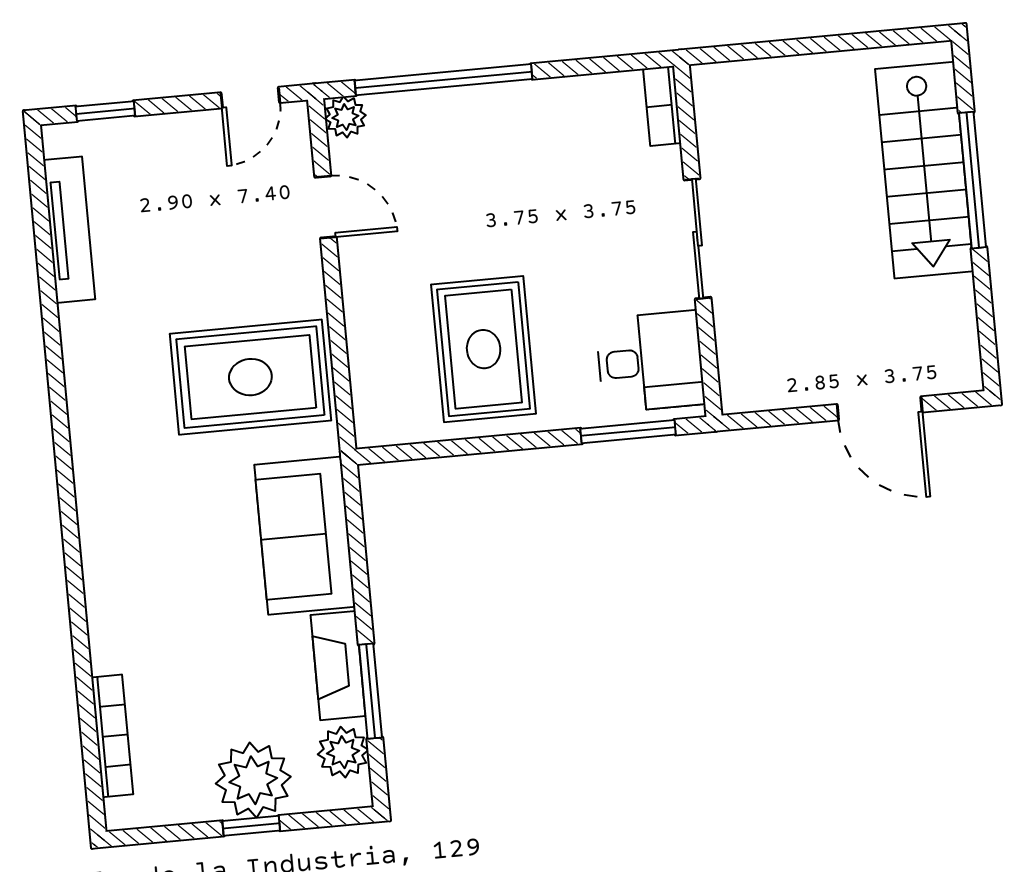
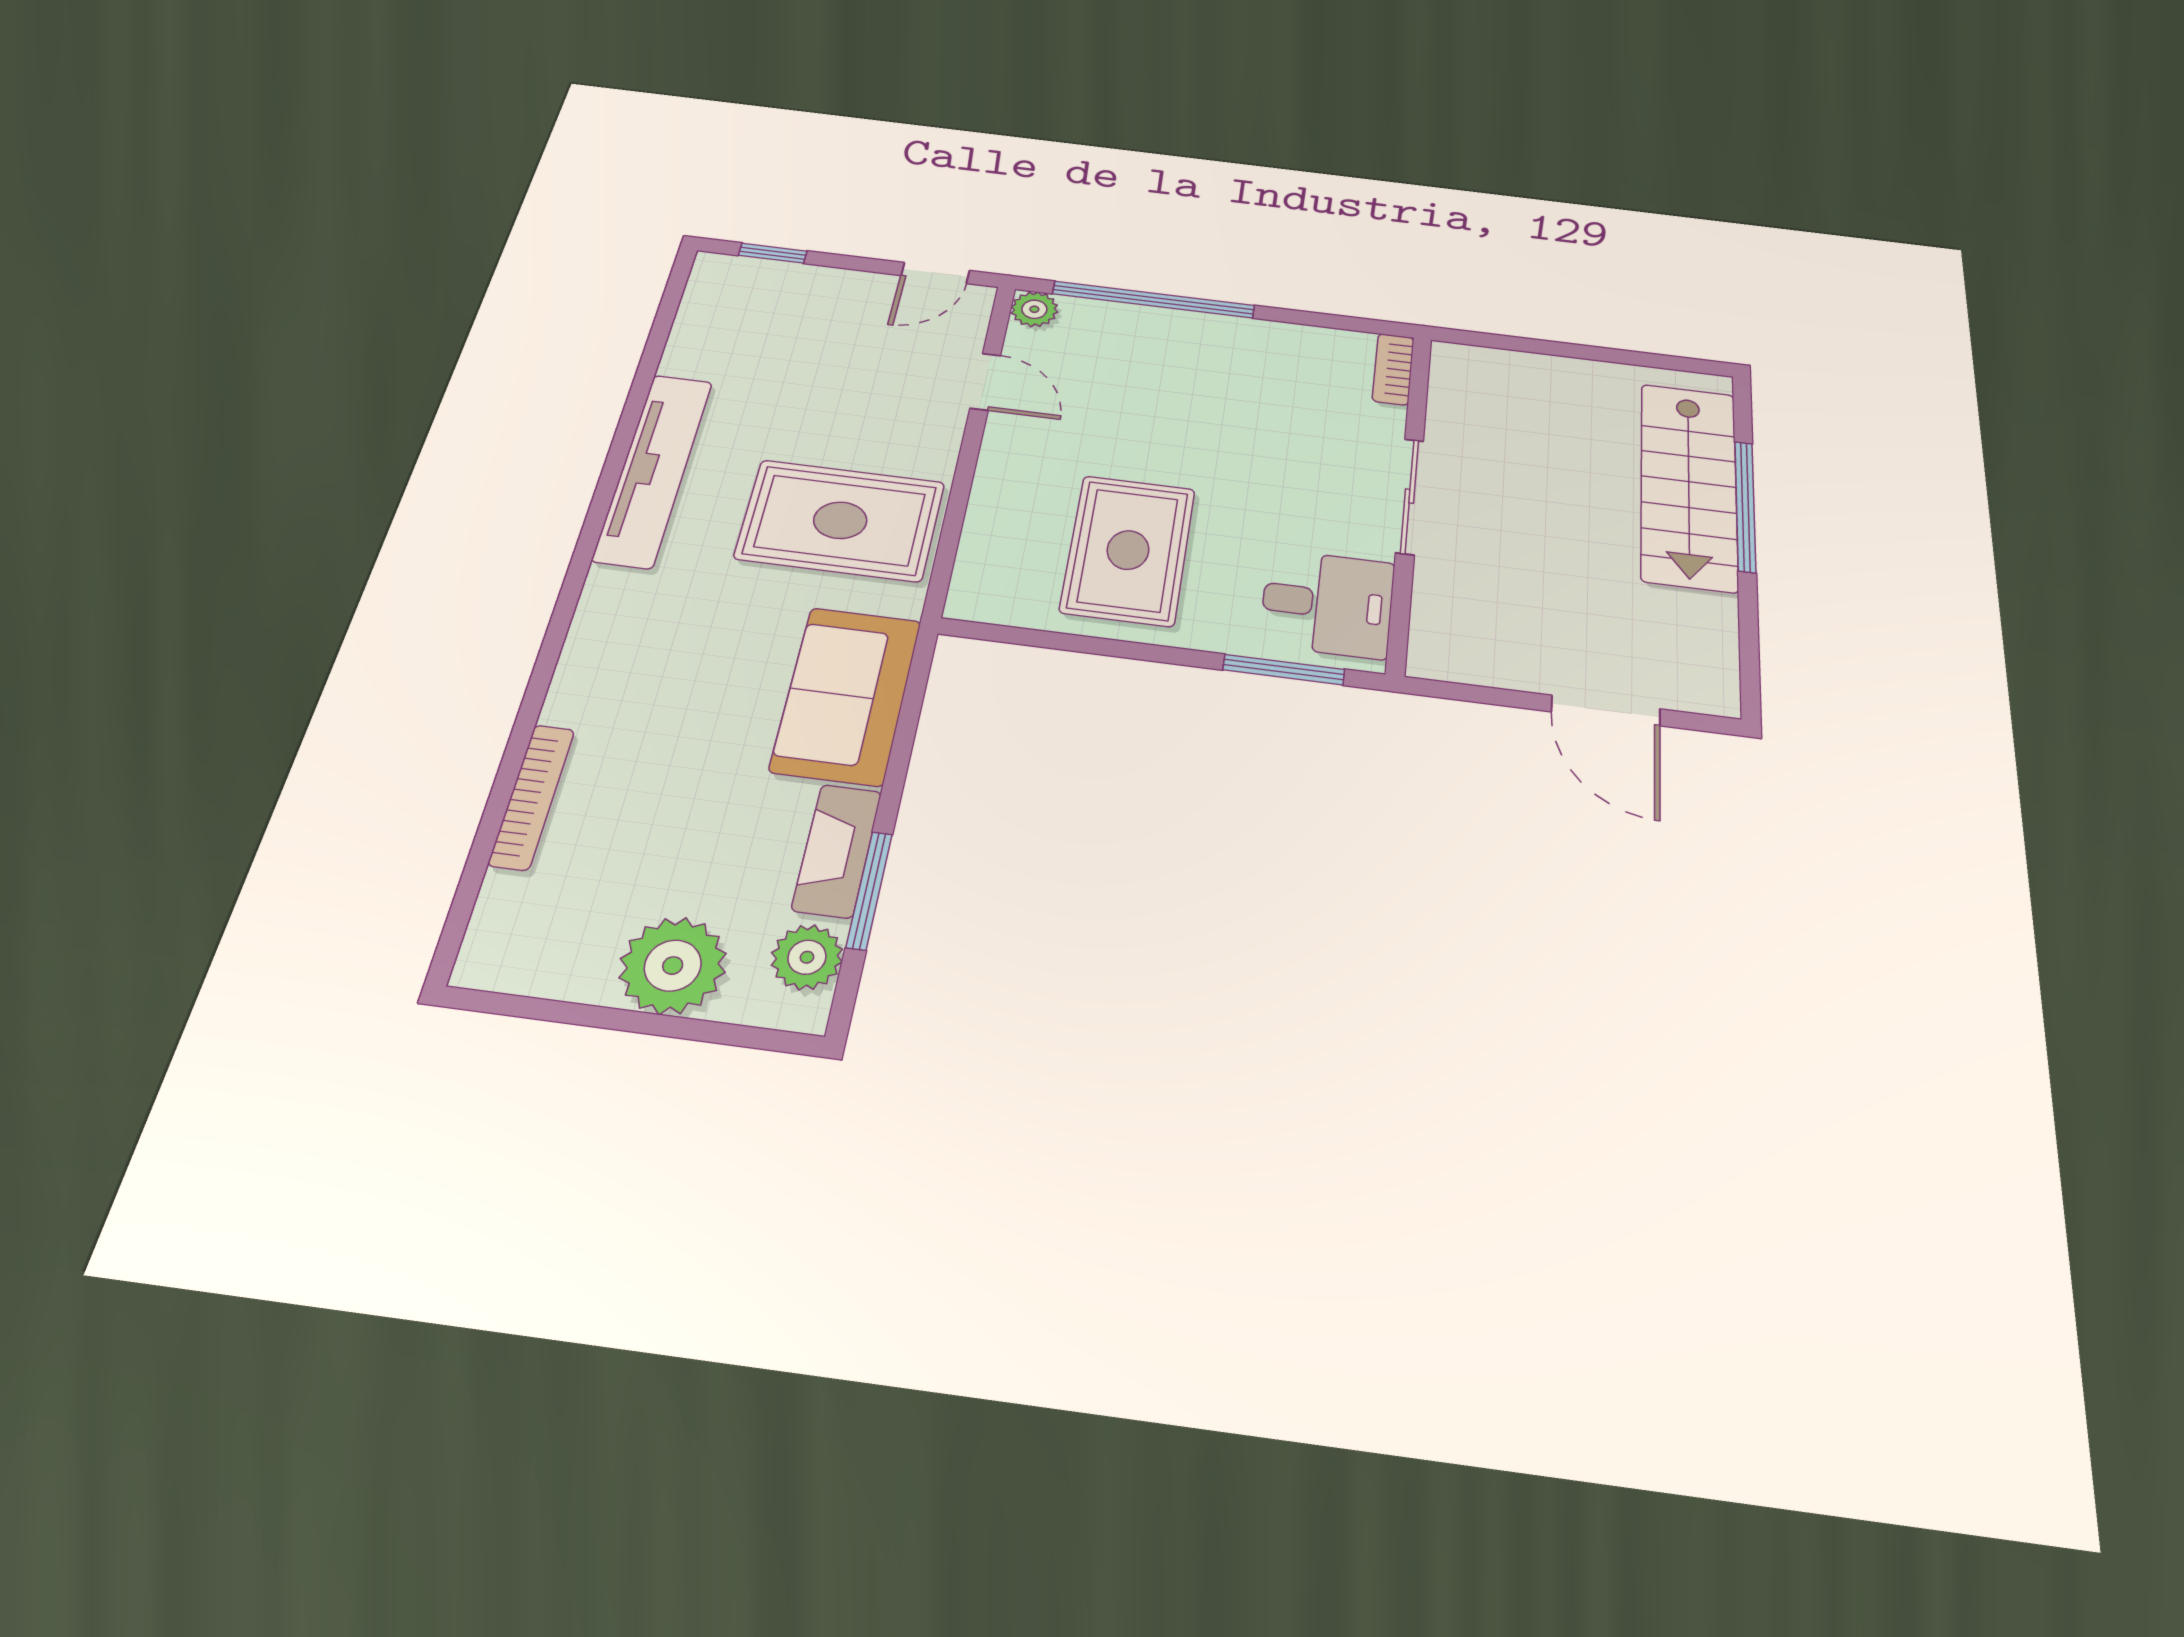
tv unit: (69, 230) -> (653, 470), moved, width x1.36, depth x1.29
bookcase: (112, 736) -> (532, 797), moved
window: (251, 826) -> (647, 1023), removed

